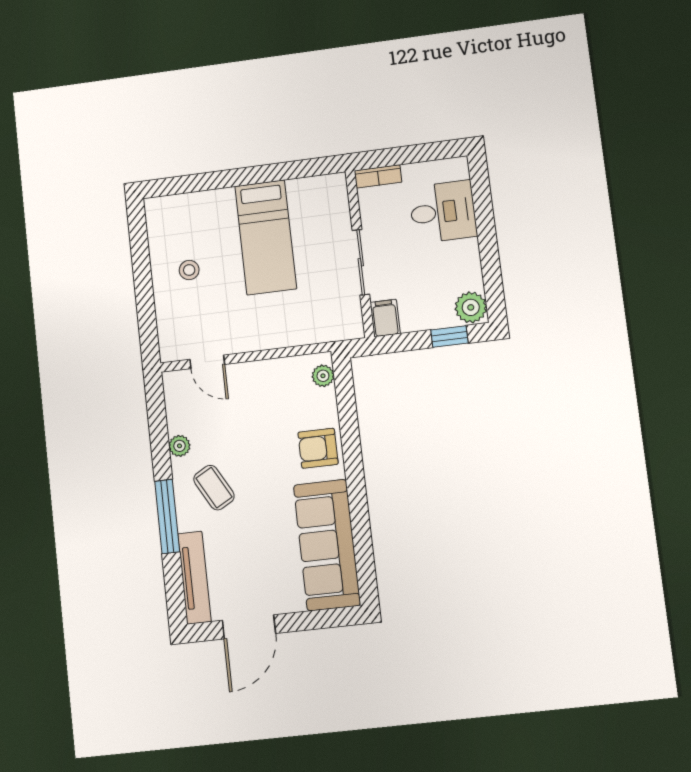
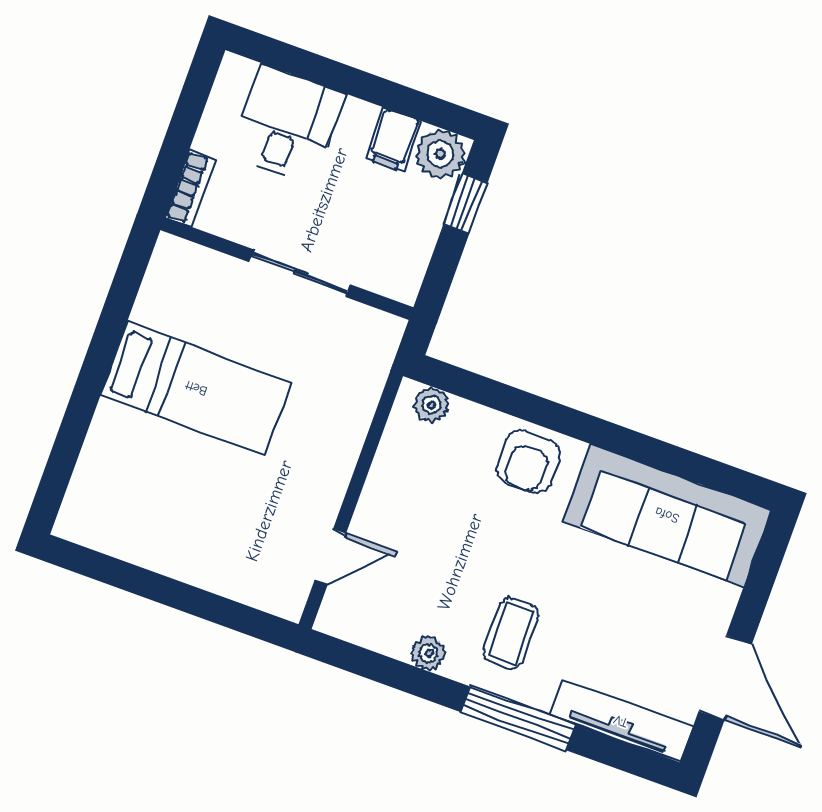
stool: (189, 270) -> (187, 519), removed
filing cabinet: (385, 318) -> (393, 140), moved, turned -90
coffee table: (214, 488) -> (511, 633), turned -61

